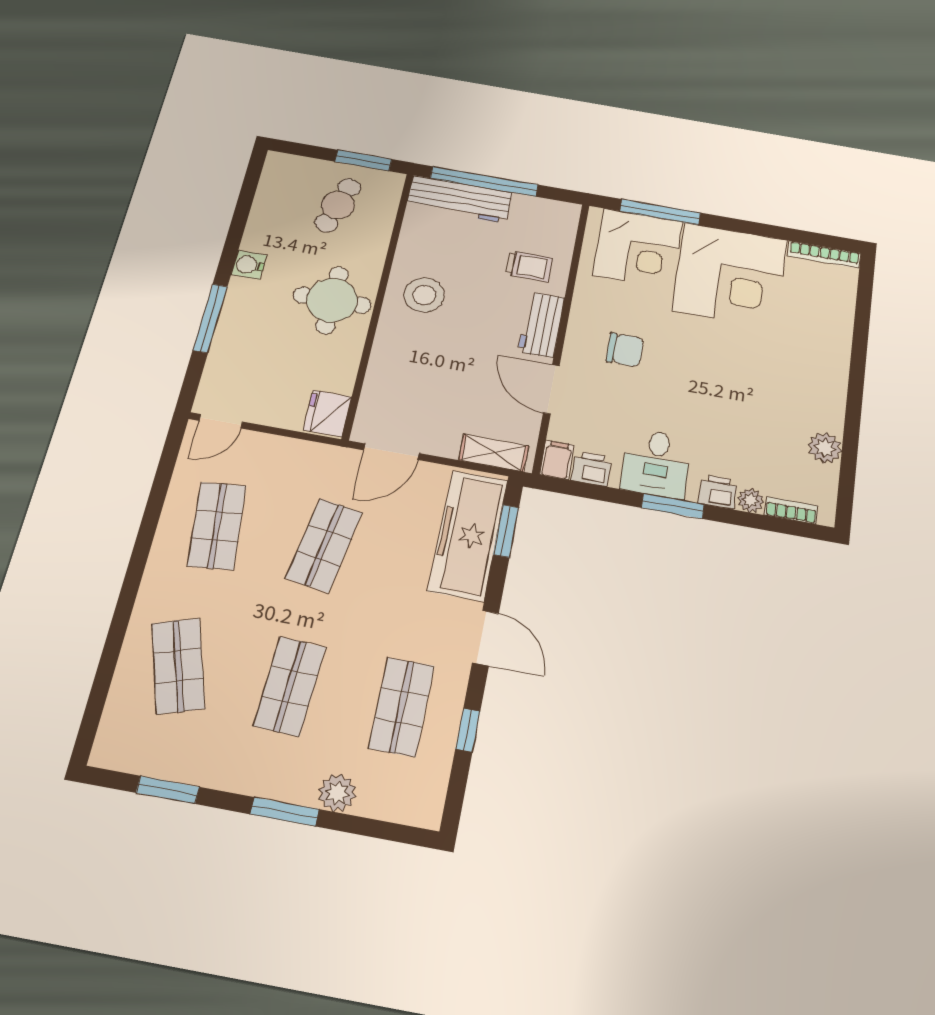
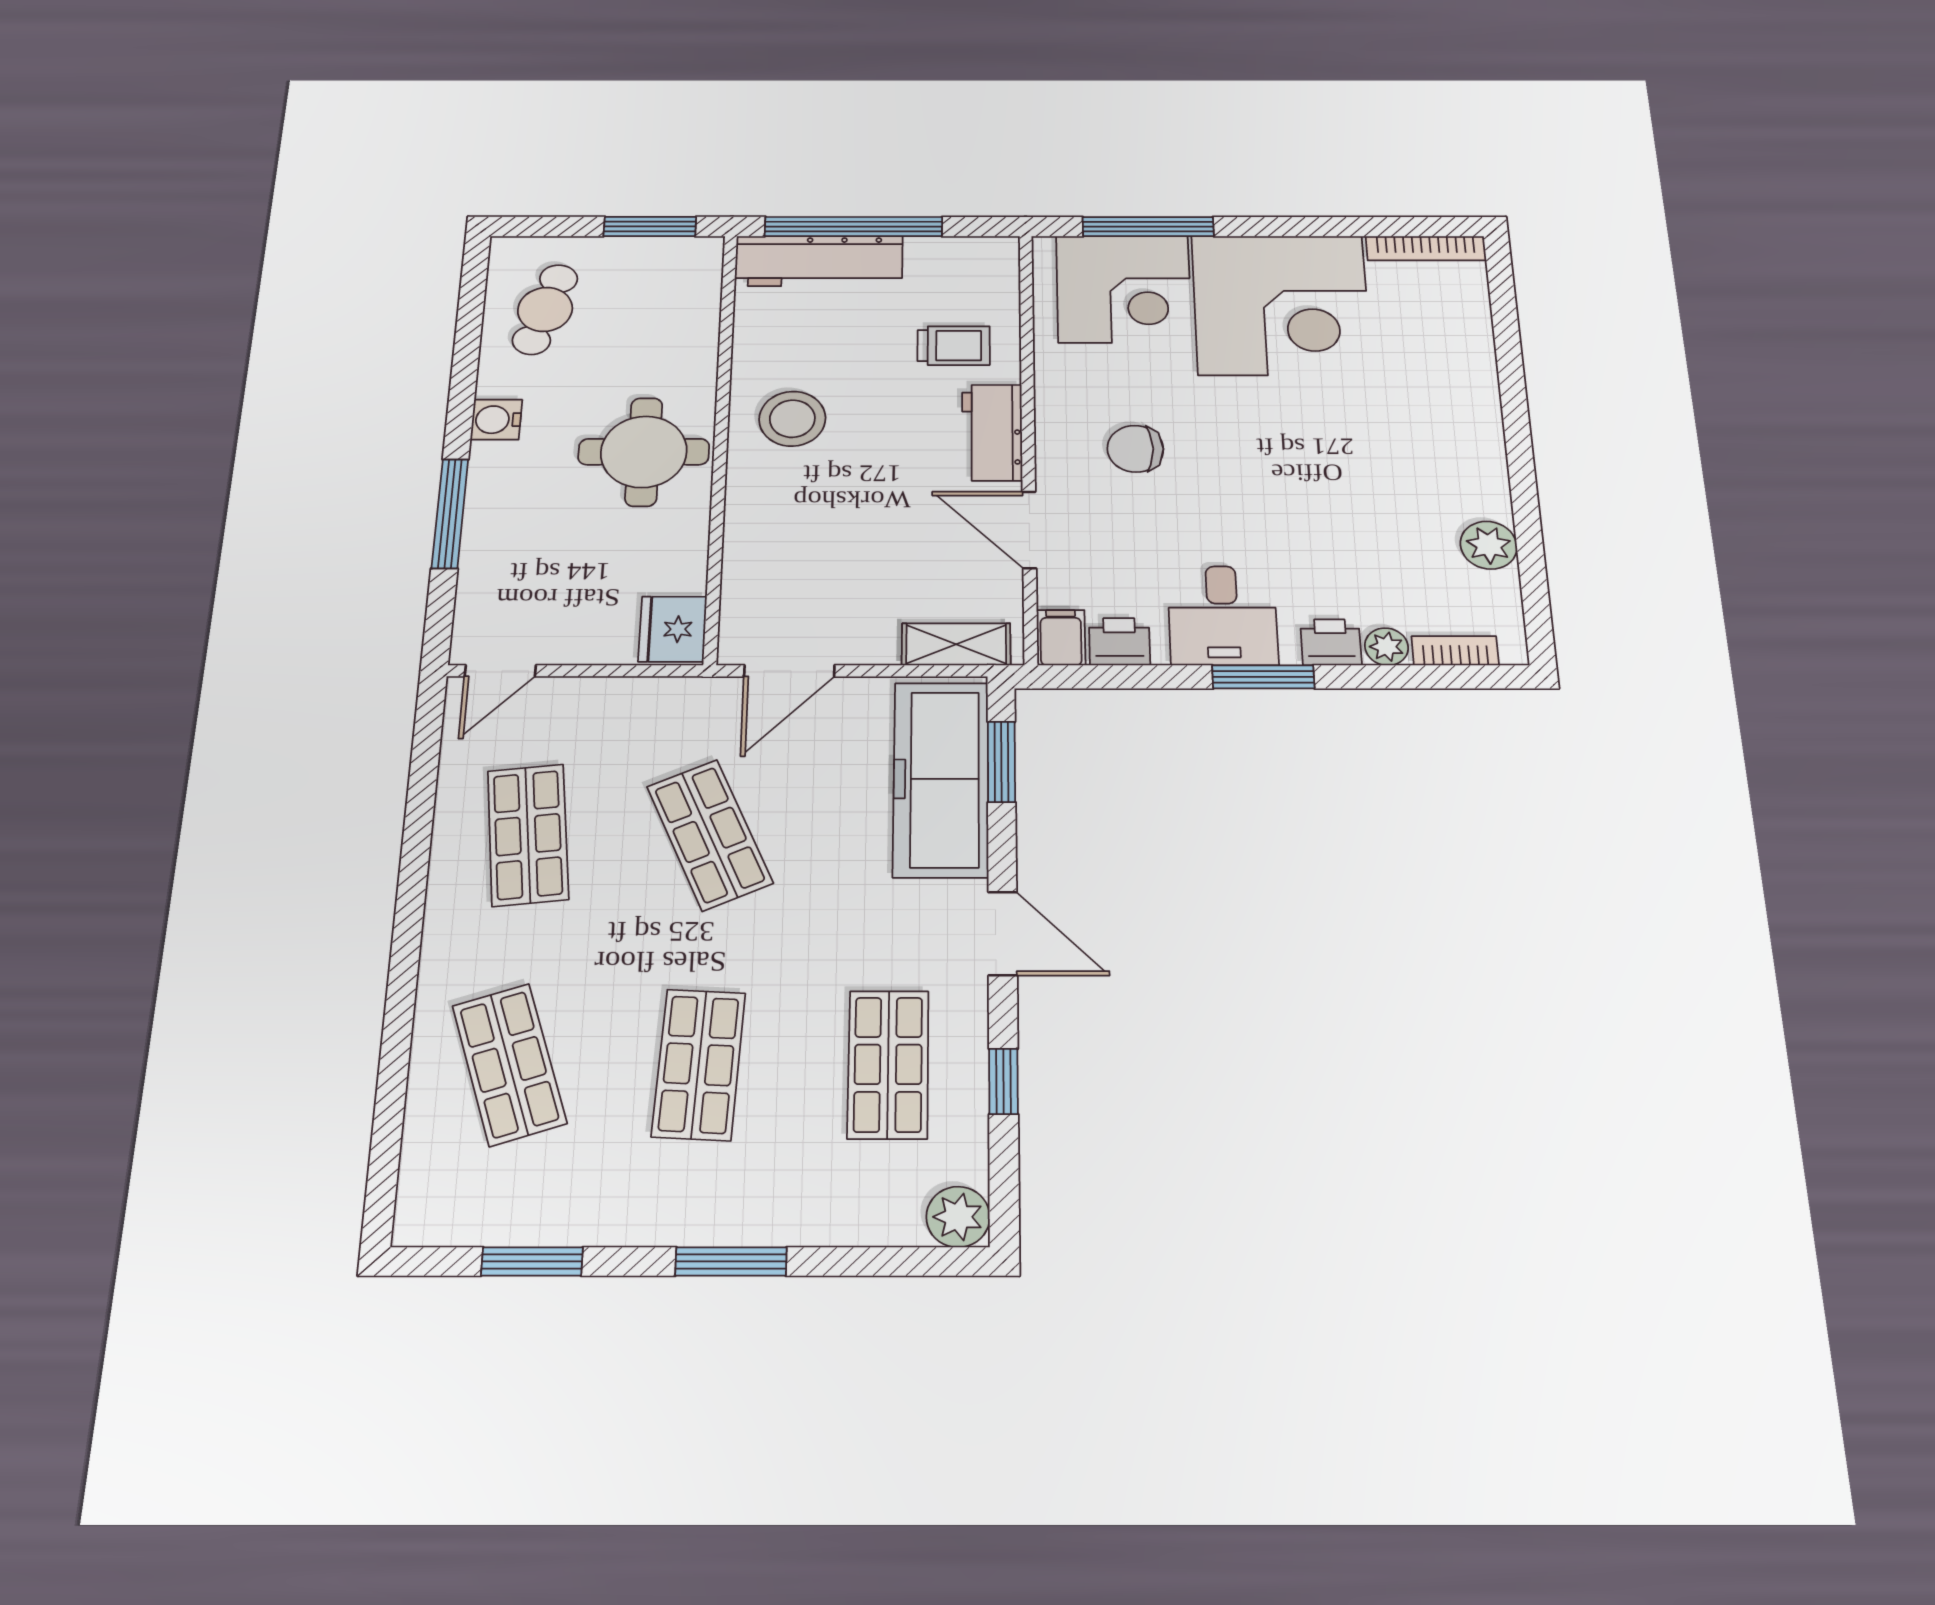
cafe table: (338, 205) -> (545, 309), moved
chair: (625, 350) -> (1135, 449), turned 180
shop shelf: (324, 545) -> (710, 835), turned -33
plant: (337, 793) -> (958, 1217), moved

